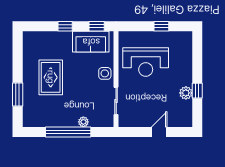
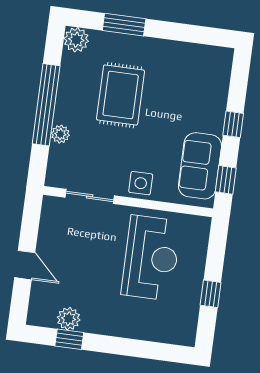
reception desk: (146, 62) -> (151, 258), turned 180
rug: (51, 77) -> (121, 95), moved, turned 90
window: (197, 91) -> (69, 339), moved
plant: (186, 93) -> (69, 319), moved
plant: (30, 120) -> (76, 40), added

